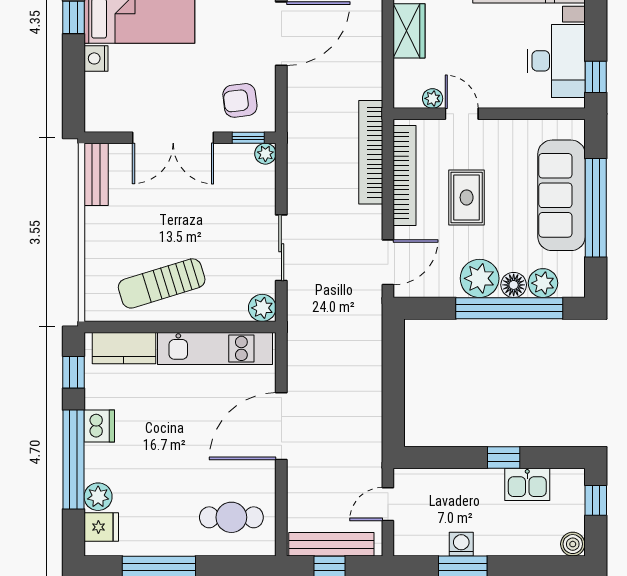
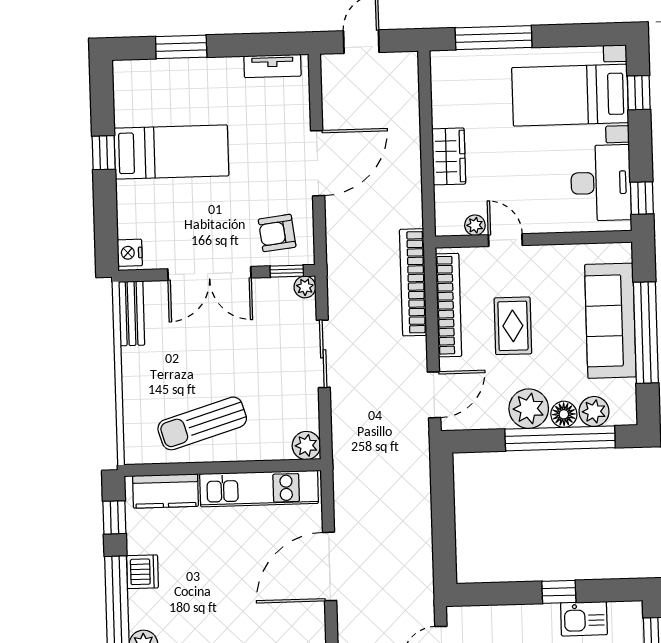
nightstand: (96, 58) -> (130, 253), moved
sliding door: (281, 248) -> (323, 354), moved

